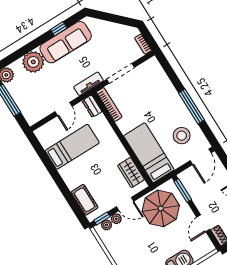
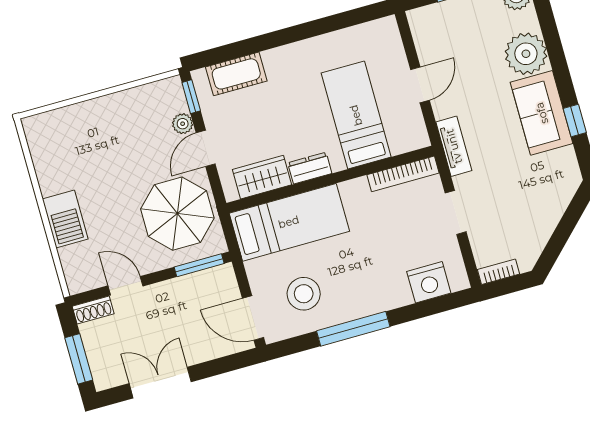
sofa: (66, 42) -> (542, 113), width x0.73
doorway: (120, 73) -> (456, 212), width x0.73
nightstand: (158, 76) -> (429, 282), added
dresser: (92, 106) -> (310, 168), moved
door: (64, 109) -> (420, 85), swing flipped
bed: (72, 147) -> (356, 115), moved, turned 180
plant: (107, 225) -> (176, 102), removed

